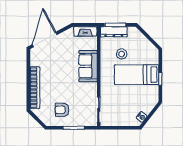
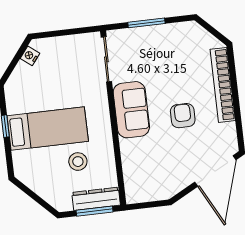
fireplace: (85, 31) -> (146, 194), removed
sofa: (88, 66) -> (131, 110), moved
armchair: (62, 110) -> (183, 116), moved, turned -90

